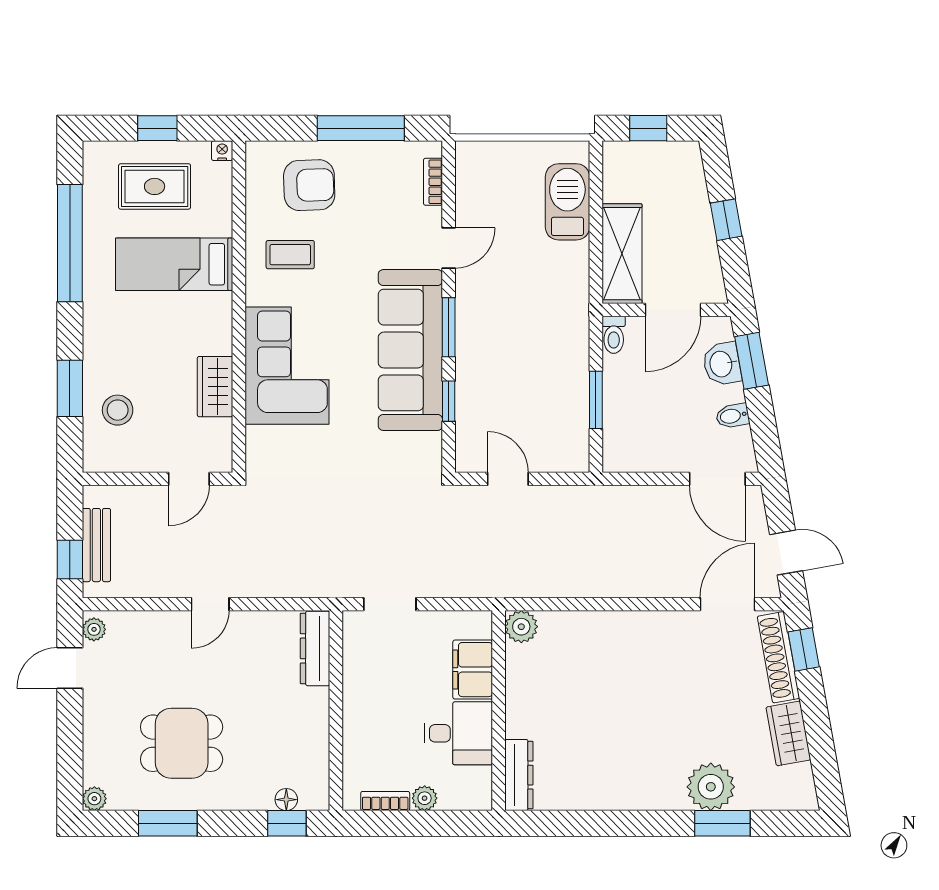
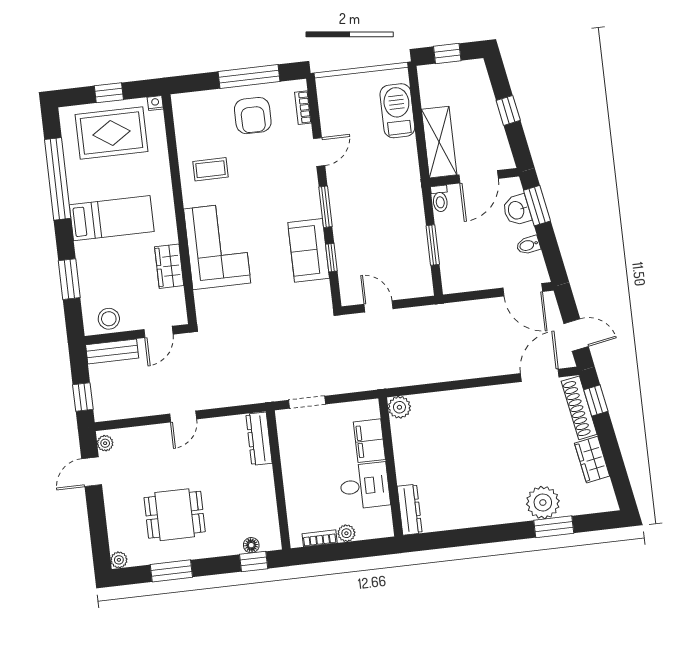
armchair: (309, 185) -> (253, 116), moved, turned 92
rug: (155, 186) -> (112, 133), width x1.36, depth x1.43
bed: (174, 264) -> (112, 218), moved, turned 180
sofa: (410, 350) -> (309, 250), width x0.54, depth x0.79
stool: (118, 410) -> (109, 319), moved
bench: (96, 545) -> (112, 351), moved, turned 90

